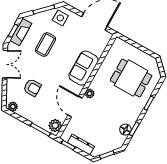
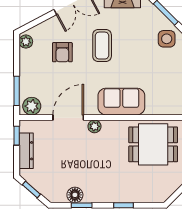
coffee table: (46, 45) -> (102, 46), moved, turned 90
dining table: (131, 78) -> (153, 144), moved, turned 90

